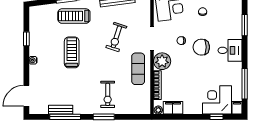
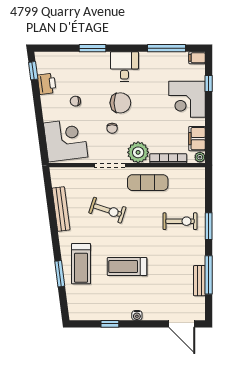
chair: (201, 47) -> (120, 103), turned -90
corner desk: (217, 100) -> (187, 99), moved

